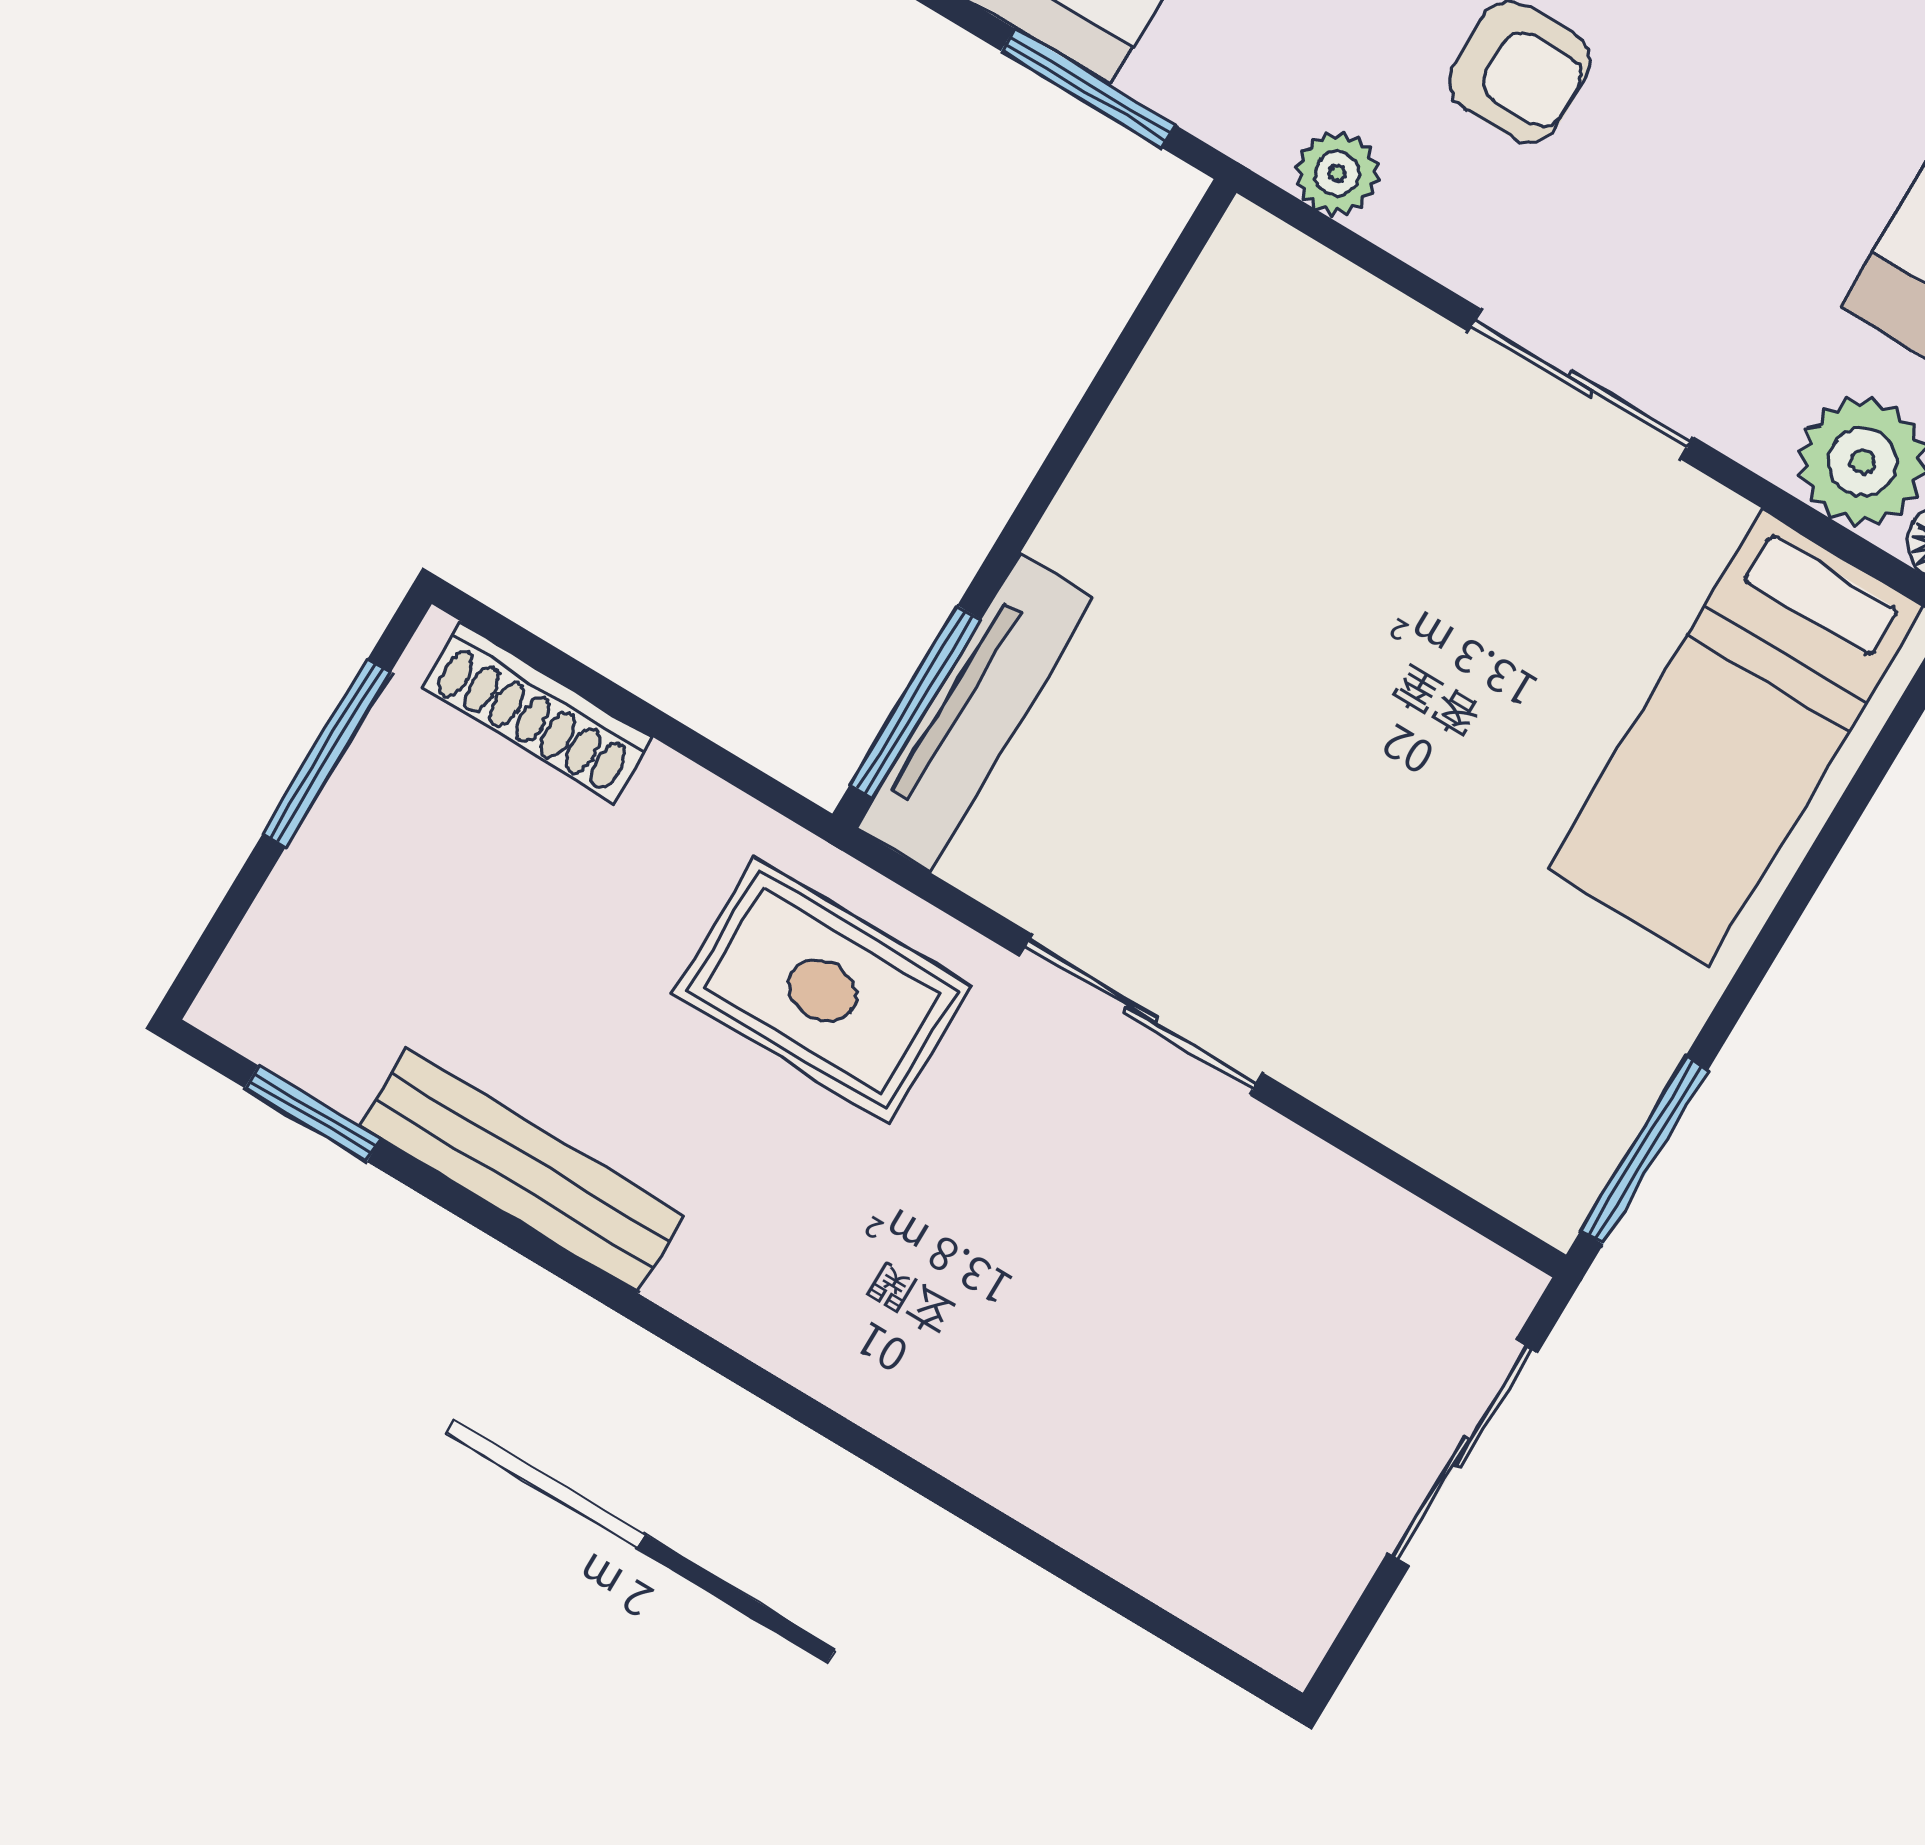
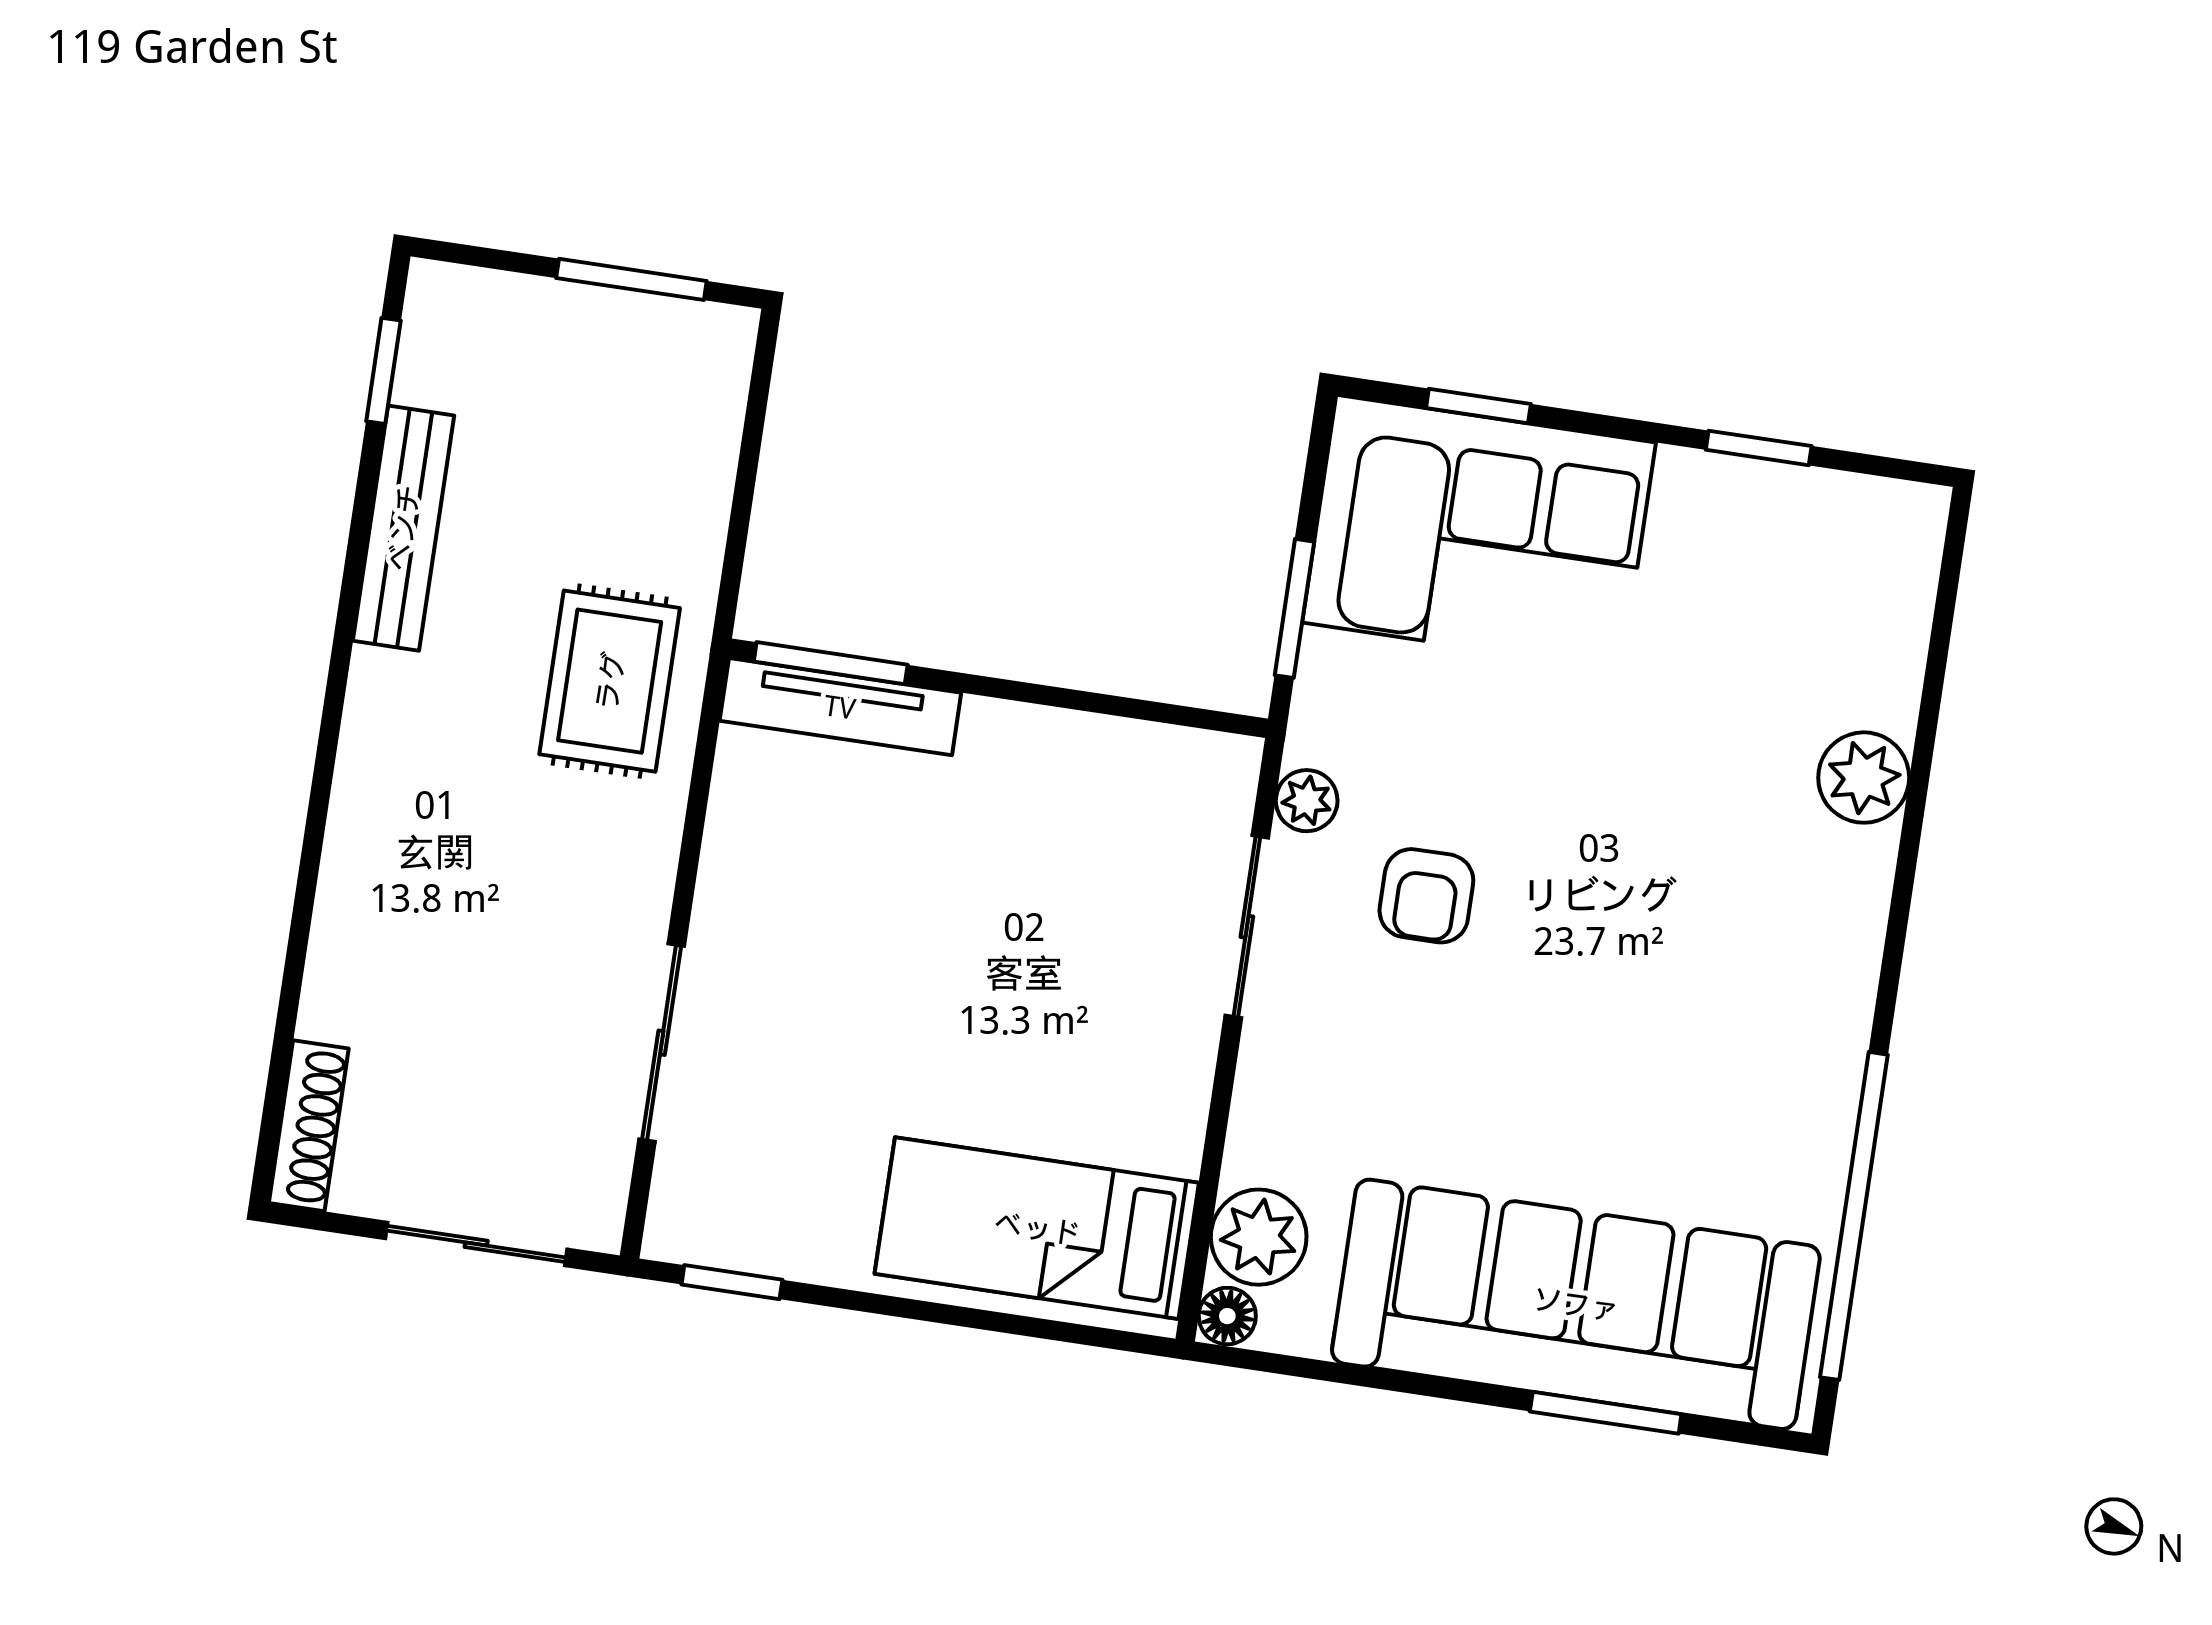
sliding door: (1581, 384) -> (1247, 927), moved
shoe rack: (537, 712) -> (309, 1126), moved, turned 180
sliding door: (1141, 1015) -> (662, 1043), moved
window: (1644, 1150) -> (732, 1282), width x0.67

